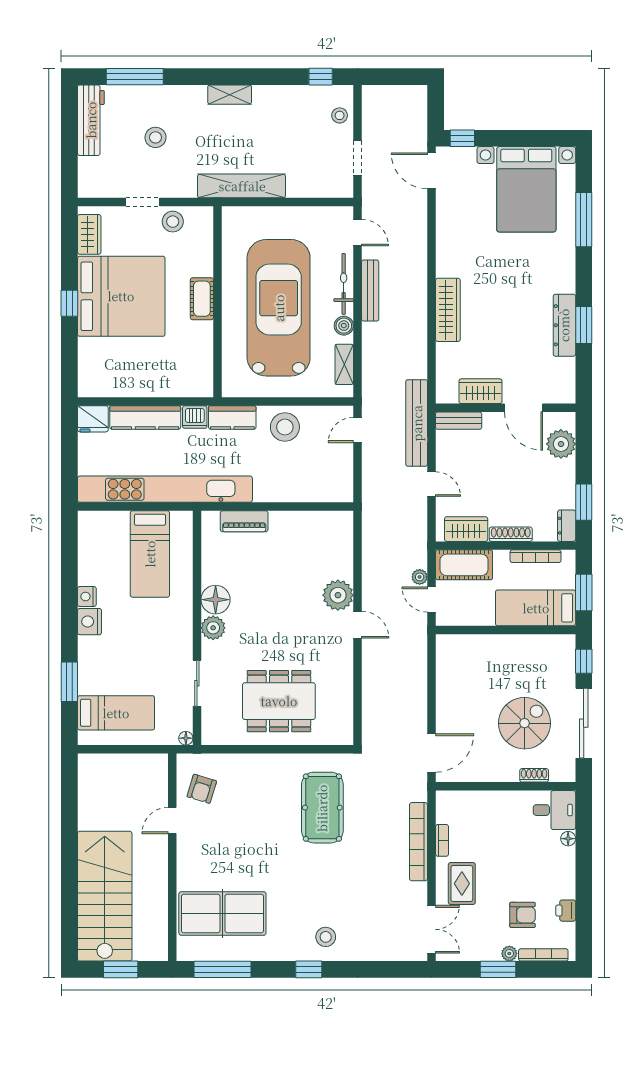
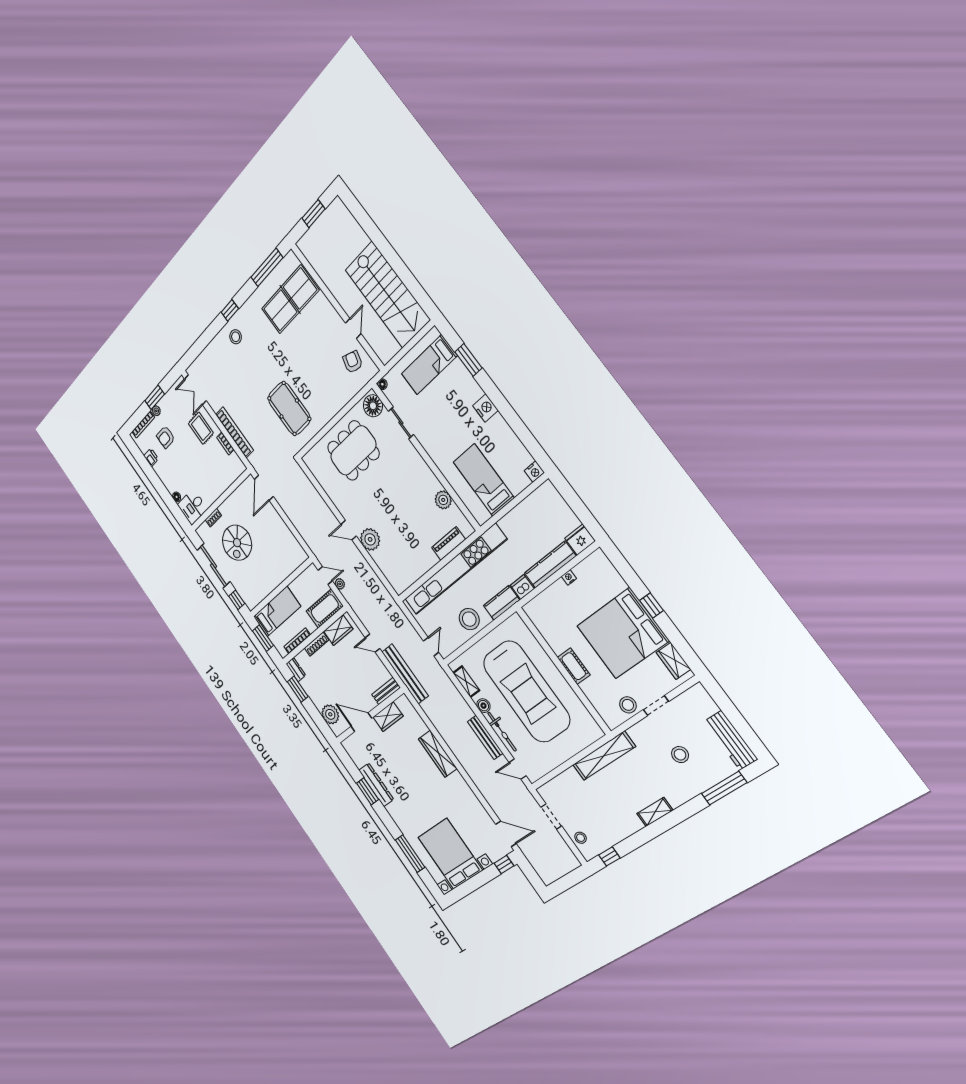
nightstand: (135, 390) -> (569, 577), added
kitchen unit: (165, 489) -> (455, 570), moved
nightstand: (87, 597) -> (534, 472), moved, turned 90
floor lamp: (216, 600) -> (373, 406), moved
plant: (213, 628) -> (443, 500), moved
stairs: (105, 896) -> (387, 295), moved

